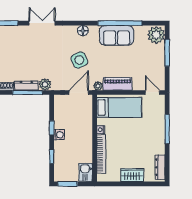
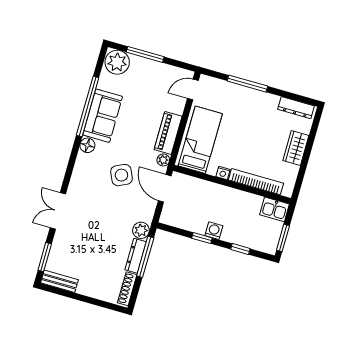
floor lamp: (83, 31) -> (87, 145), moved

